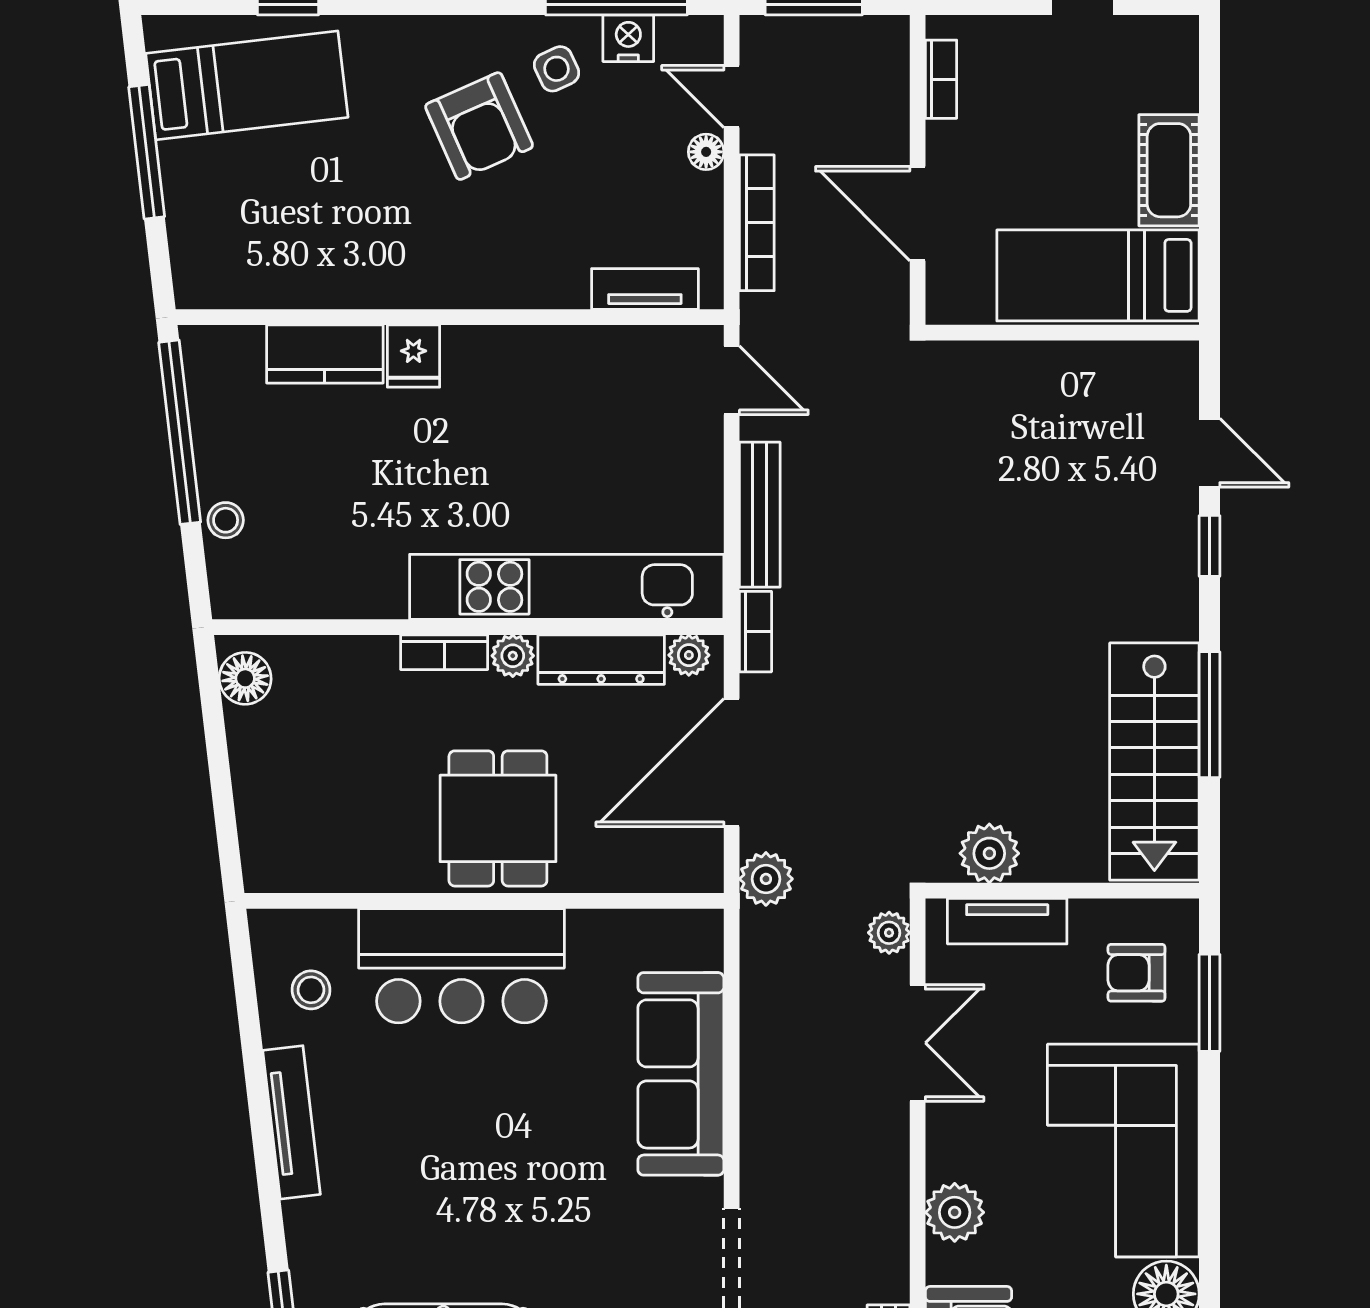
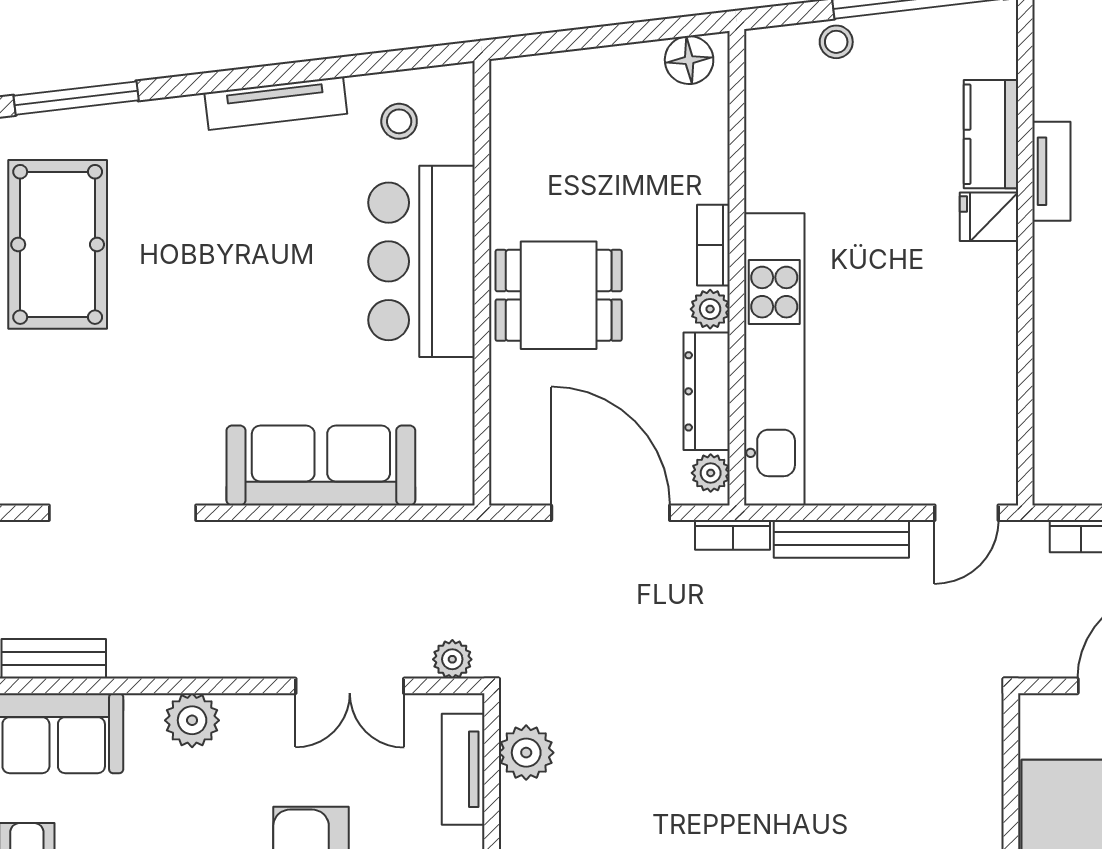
tv unit: (645, 289) -> (1051, 171), moved
plant: (766, 879) -> (502, 545), removed

